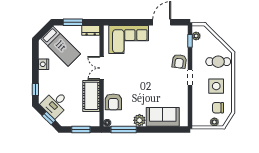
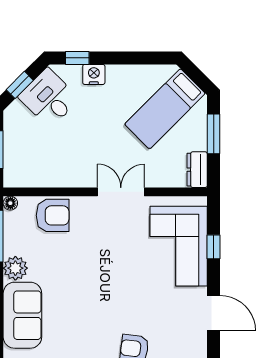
window: (129, 22) -> (214, 247), added
nightstand: (44, 64) -> (94, 74), moved
cot: (91, 96) -> (65, 171), removed
armchair: (113, 102) -> (53, 215), turned 180

